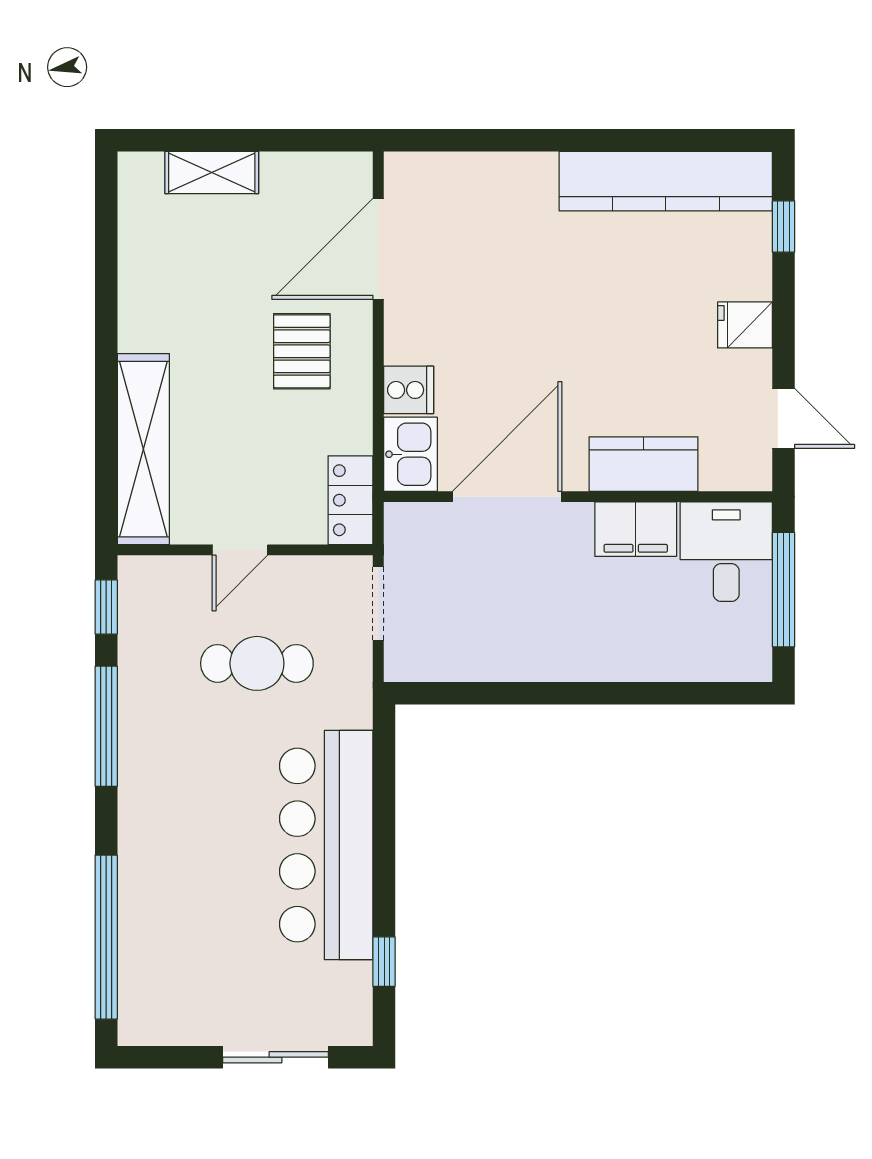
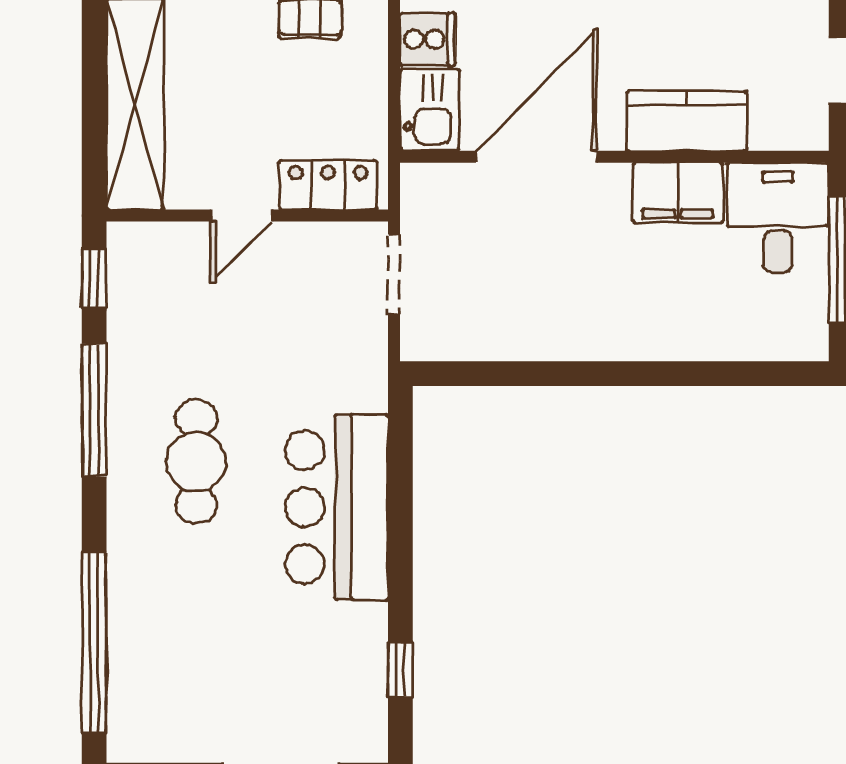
locker: (351, 500) -> (328, 185), moved, turned 90
cafe table: (257, 663) -> (196, 462), moved, turned 90
bar counter: (326, 845) -> (337, 507), width x0.73

